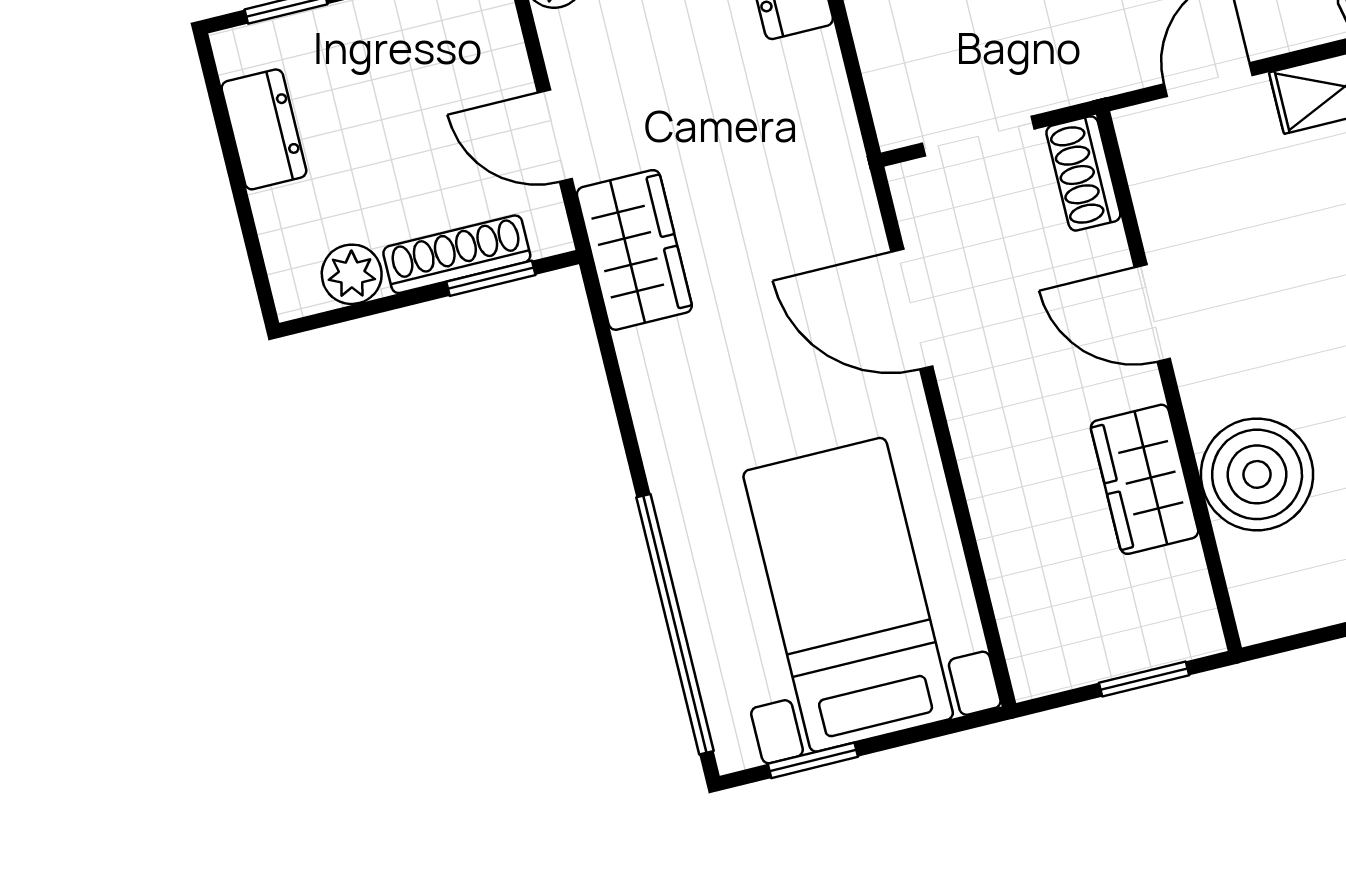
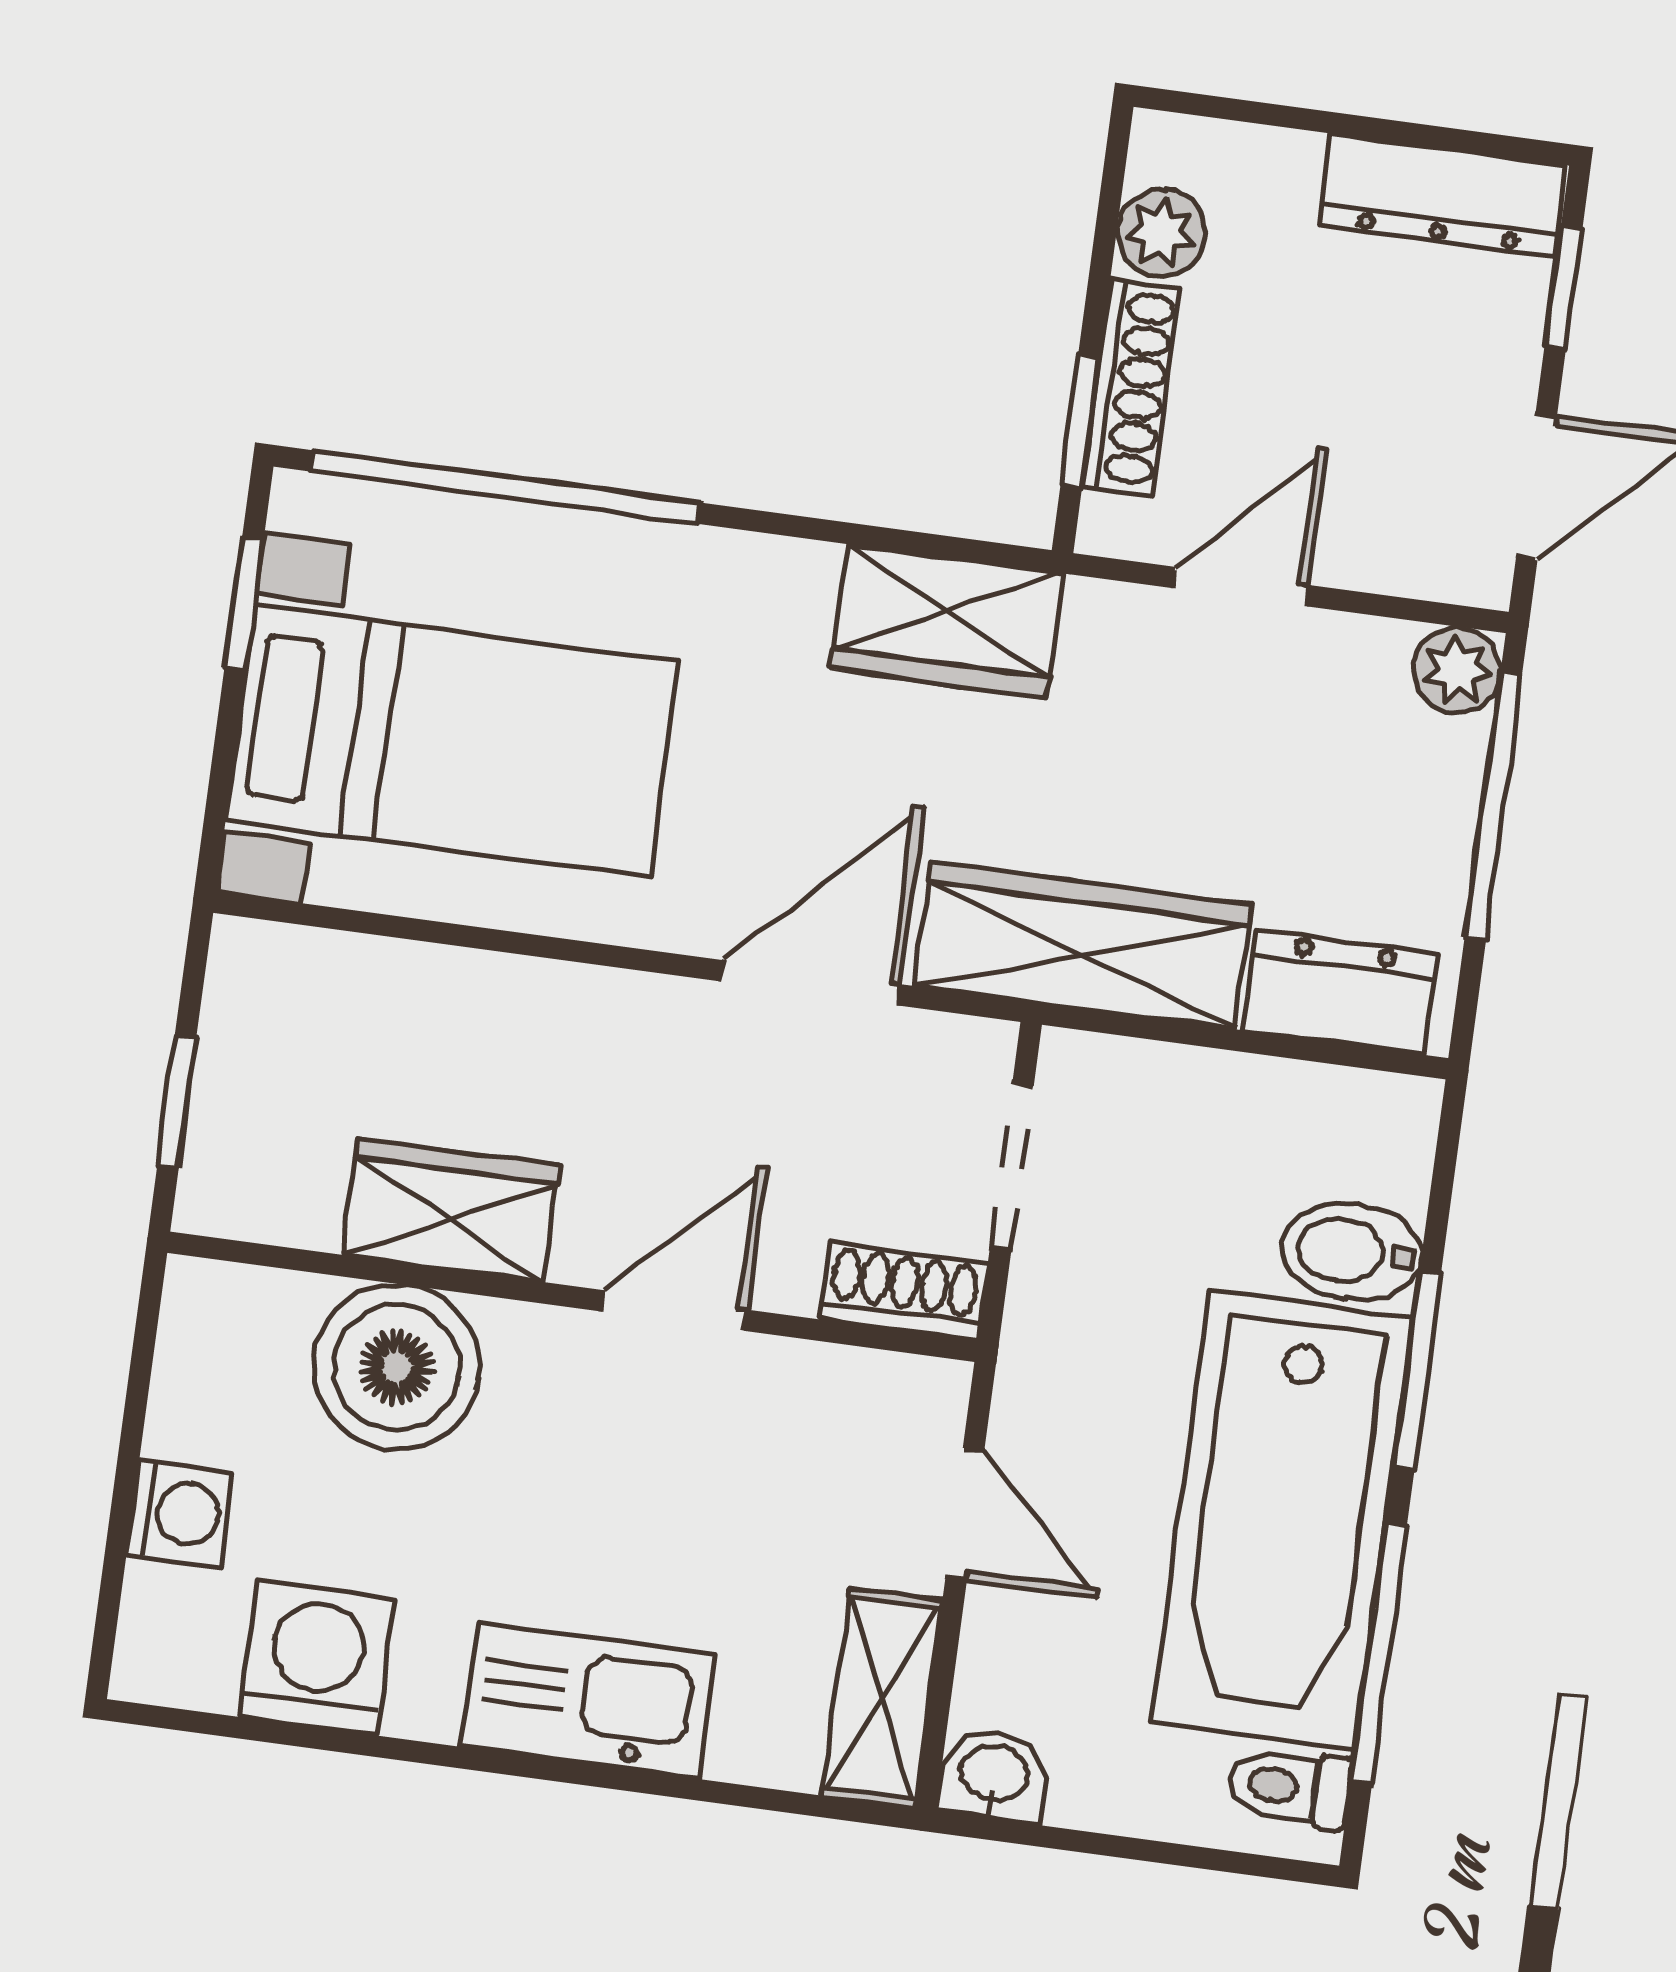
dresser: (264, 129) -> (1443, 195), width x1.44
wardrobe: (821, 146) -> (1083, 946), added
wardrobe: (634, 250) -> (946, 621), moved

